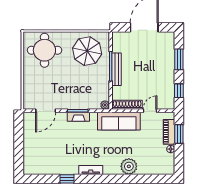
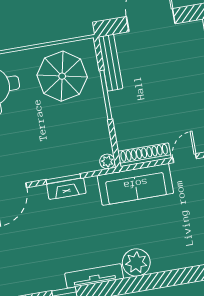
bench: (117, 69) -> (110, 63), moved
plant: (129, 166) -> (136, 263), moved
tv unit: (91, 170) -> (94, 276), width x1.41

